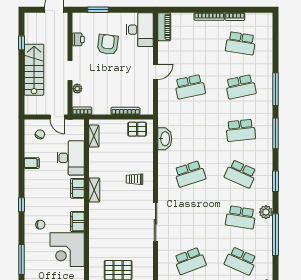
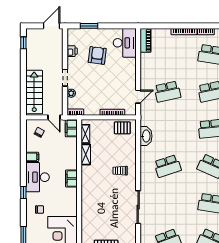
window: (21, 43) -> (23, 43), moved
stairs: (34, 70) -> (34, 92), moved
door: (156, 72) -> (138, 97), moved
desk: (71, 158) -> (38, 177), moved, turned 180
shelving: (94, 190) -> (86, 155), moved
filing cabinet: (77, 222) -> (71, 128), moved

